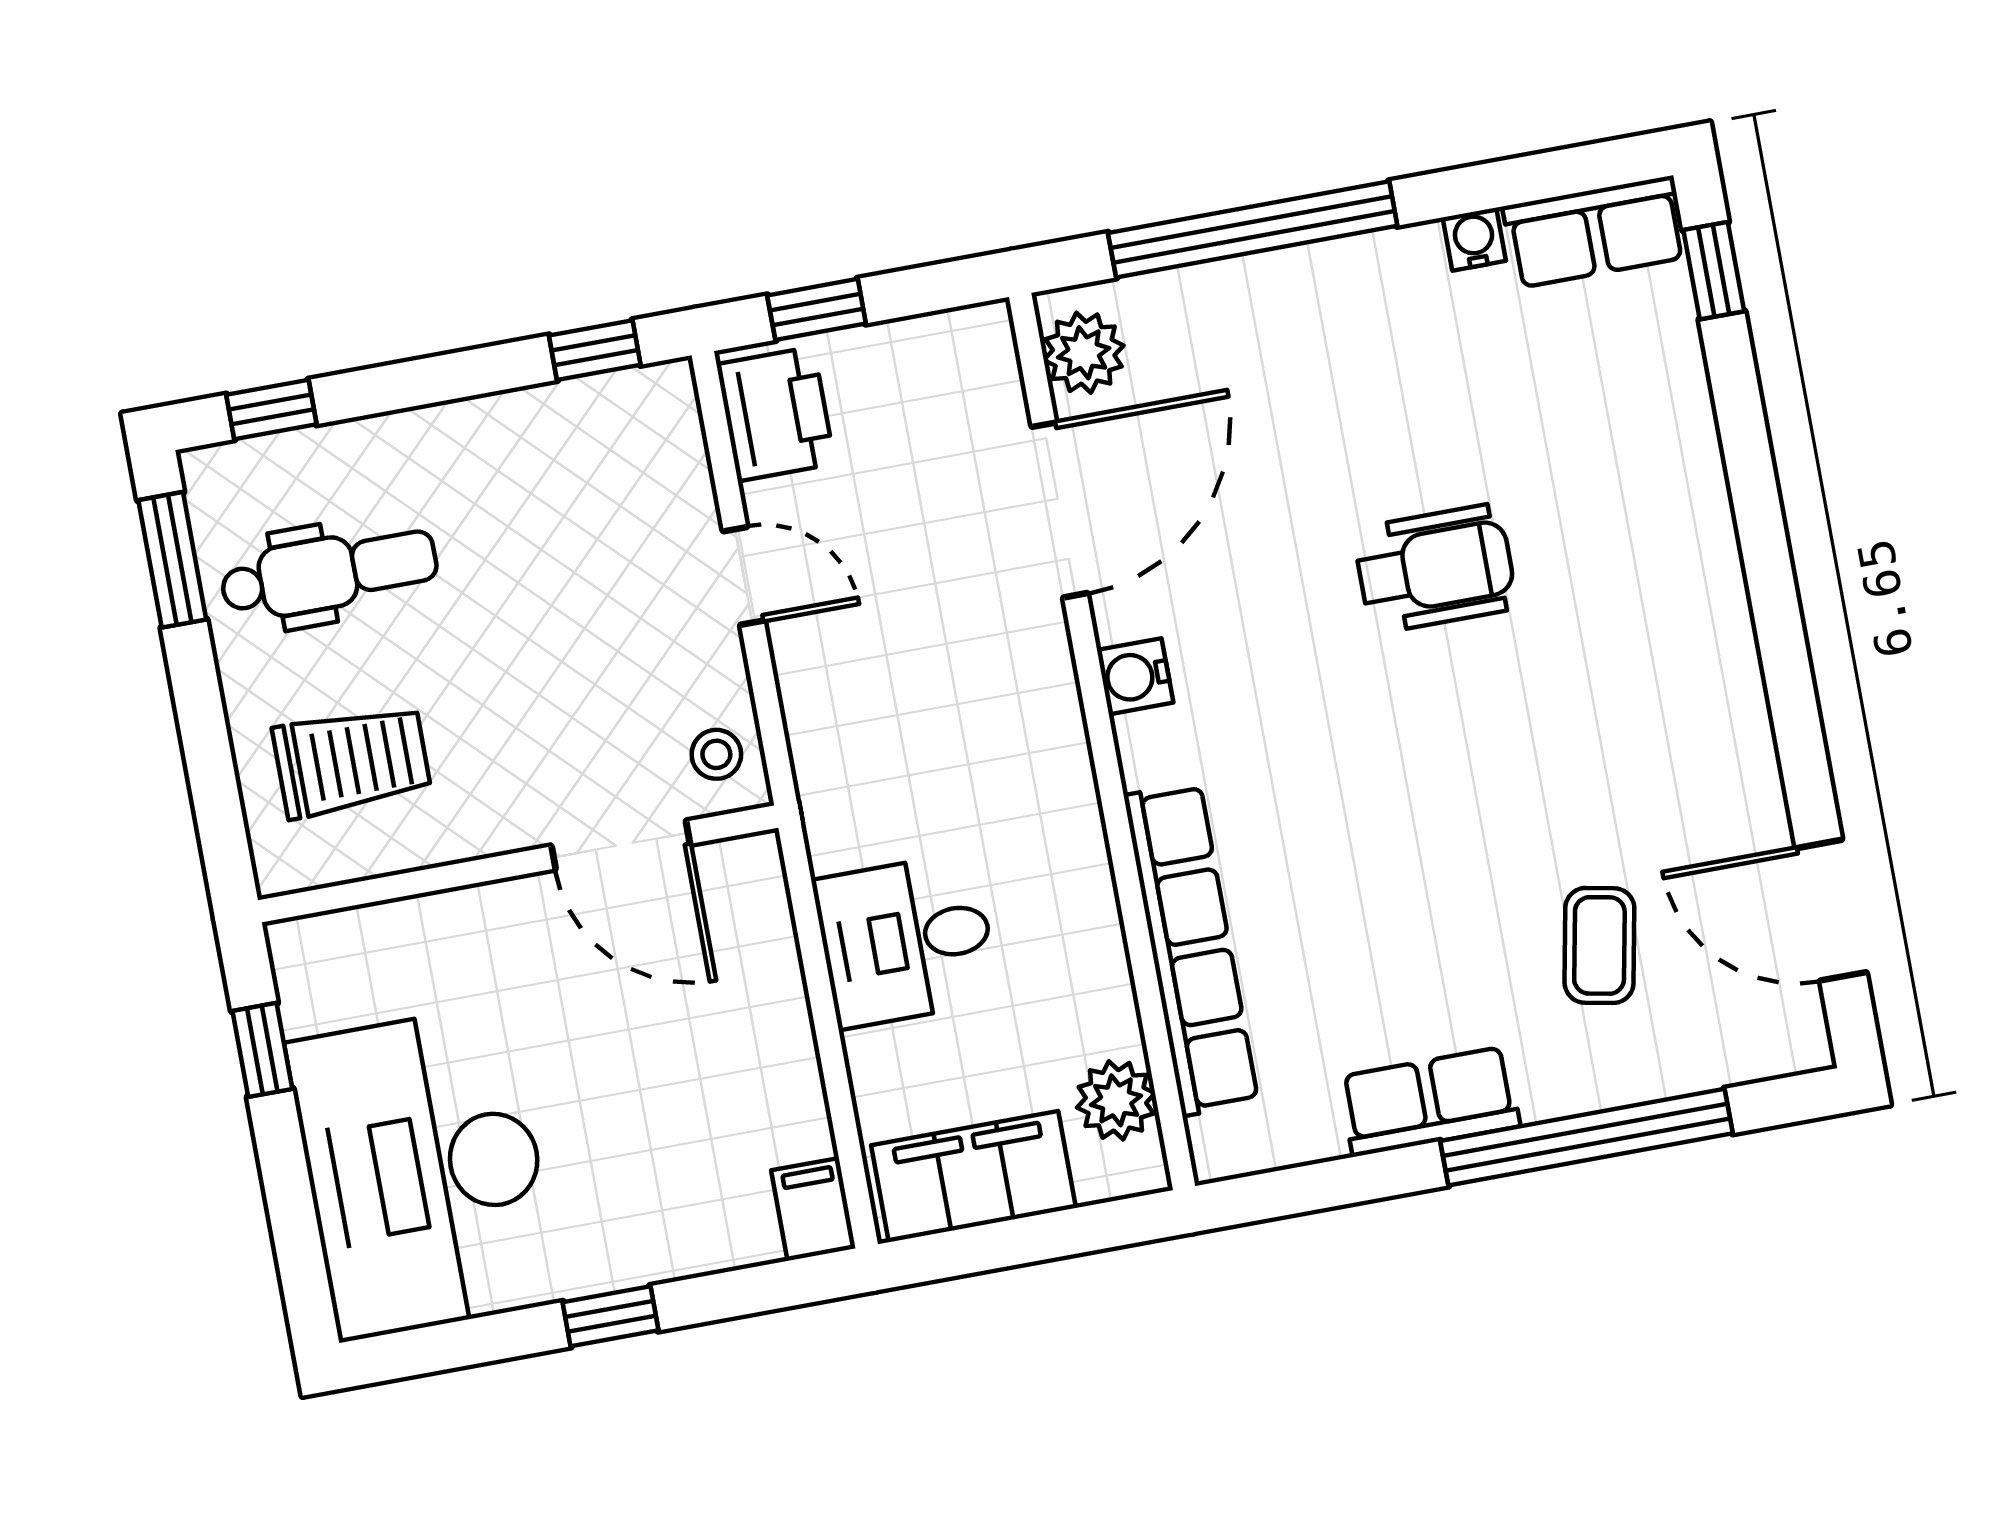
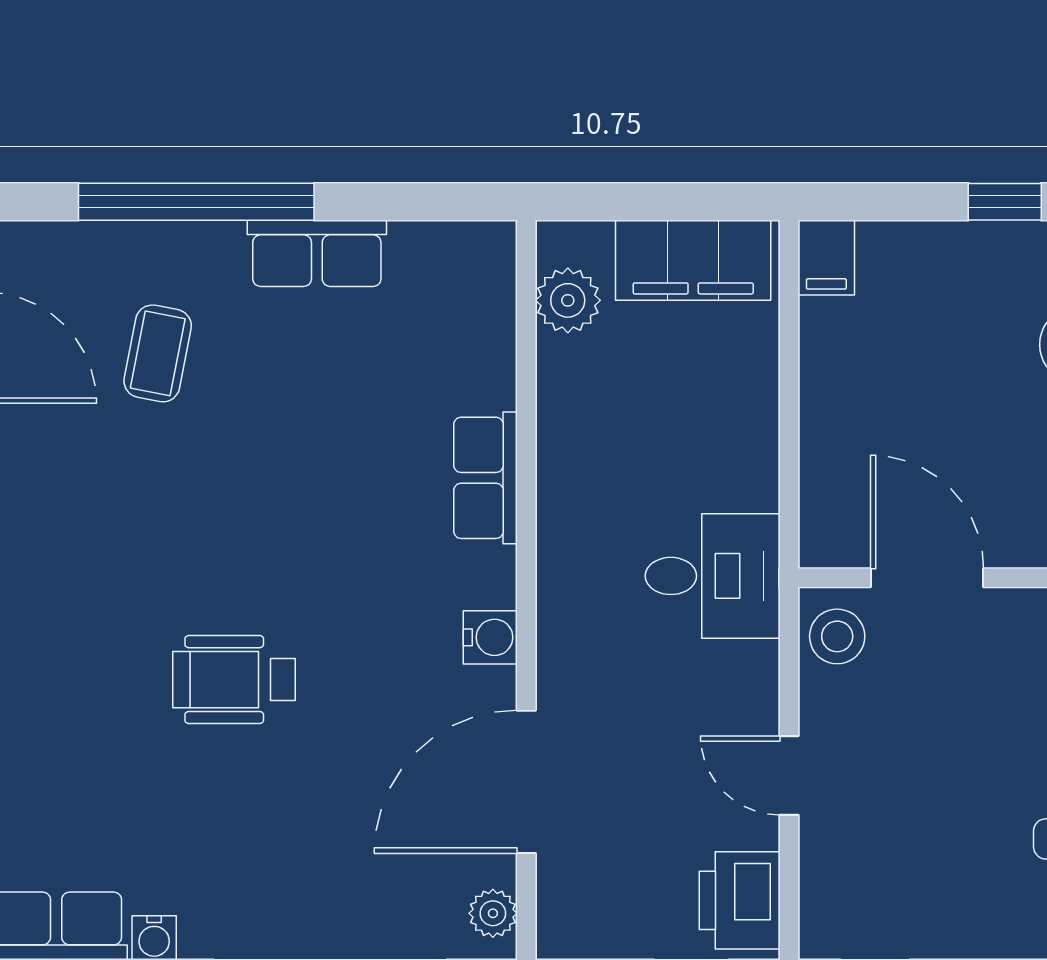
plant: (1084, 353) -> (493, 913), width x0.73, depth x0.73
stool: (716, 754) -> (837, 636), width x1.37, depth x1.37
desk: (906, 940) -> (713, 576), moved
row of seats: (1191, 949) -> (485, 478), width x0.50

